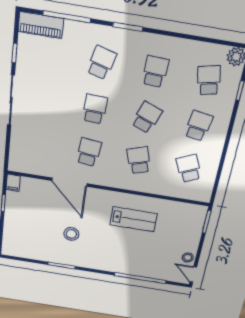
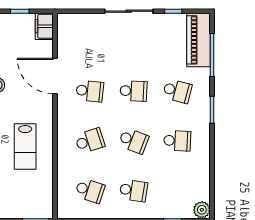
piano: (41, 25) -> (198, 40), width x1.37, depth x1.33
school desk: (209, 80) -> (177, 191), removed
school desk: (189, 168) -> (90, 191), turned 42
door: (69, 182) -> (55, 76), hinge flipped
filing cabinet: (13, 183) -> (44, 26), width x2.00

